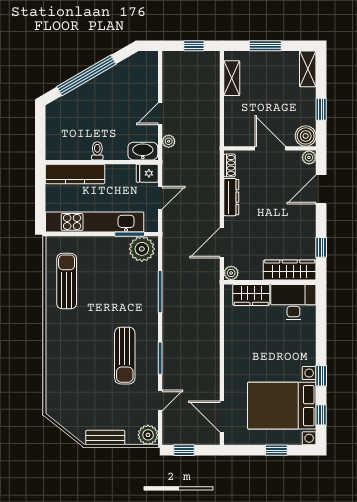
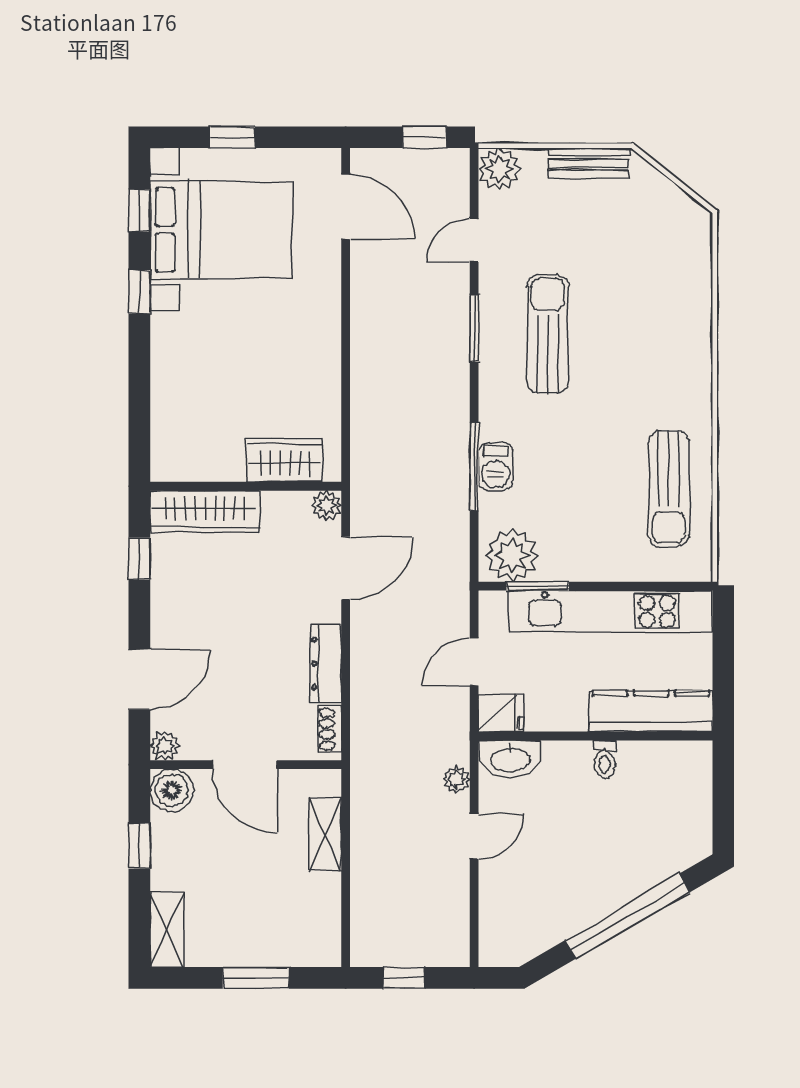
shelving: (232, 78) -> (325, 835), moved
barbecue: (150, 292) -> (496, 467), added
desk: (293, 302) -> (197, 445), removed

